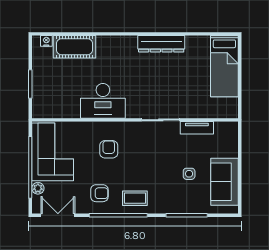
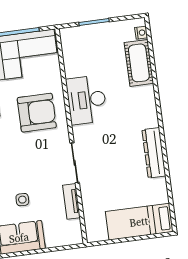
armchair: (109, 149) -> (37, 113), width x1.88, depth x1.88

